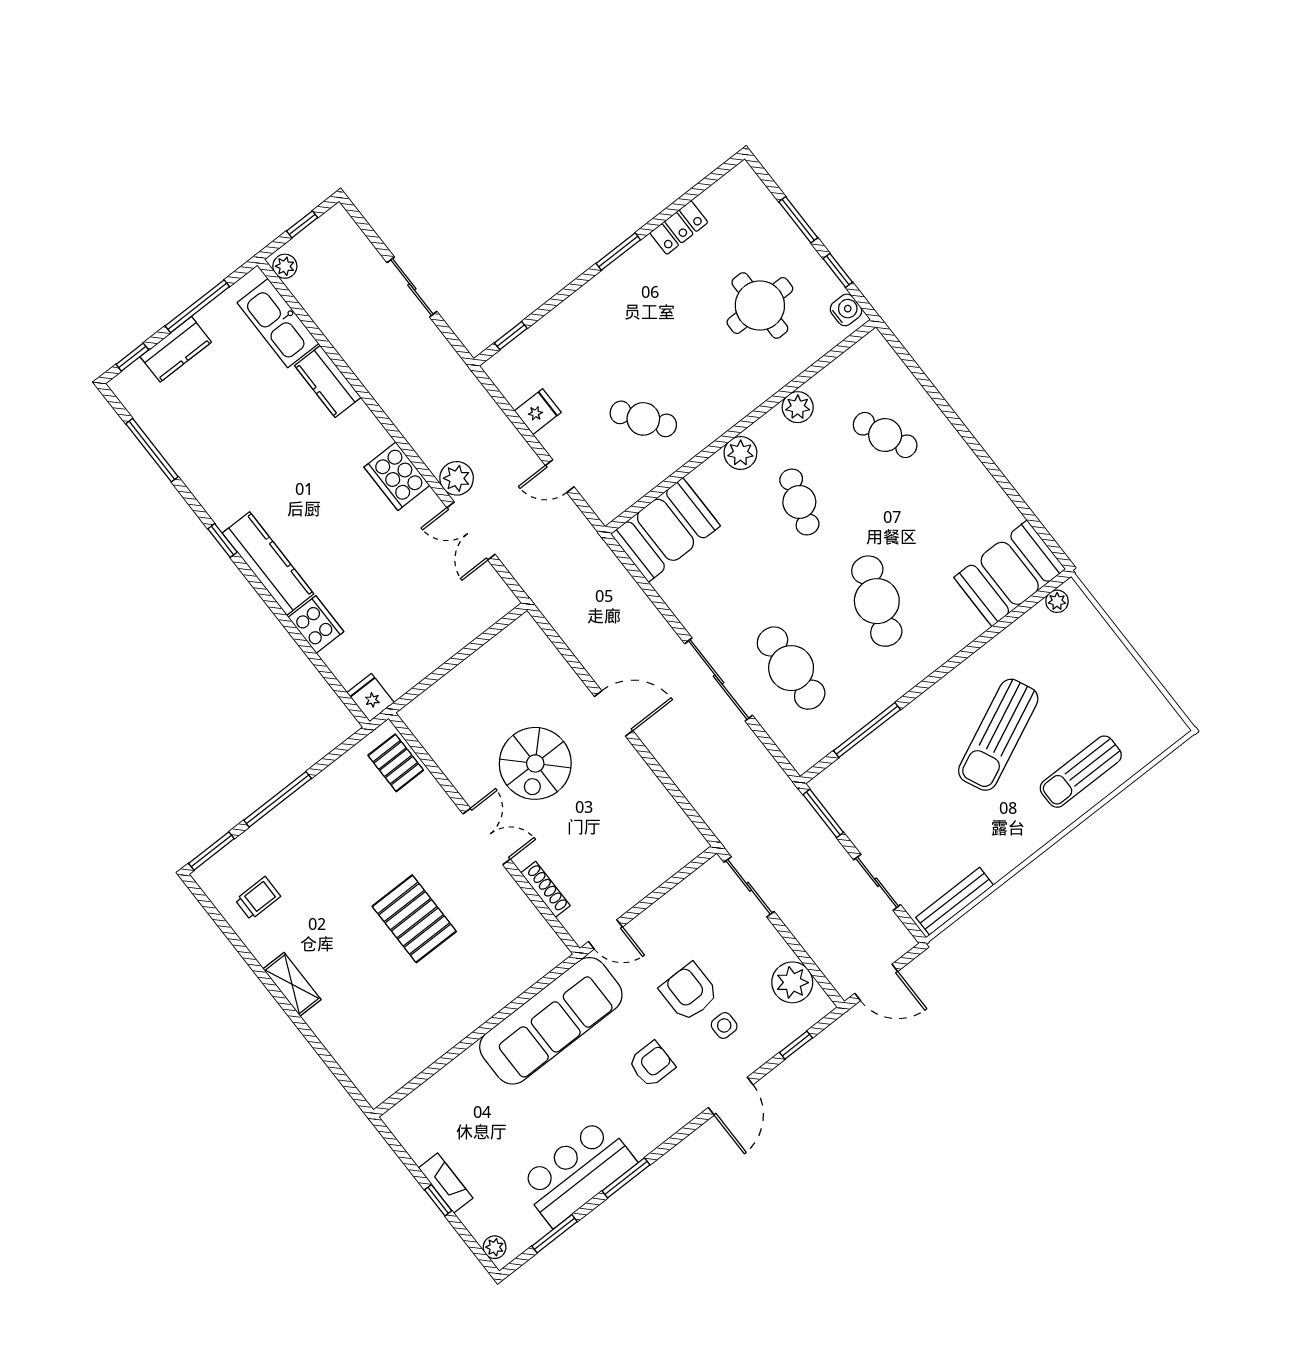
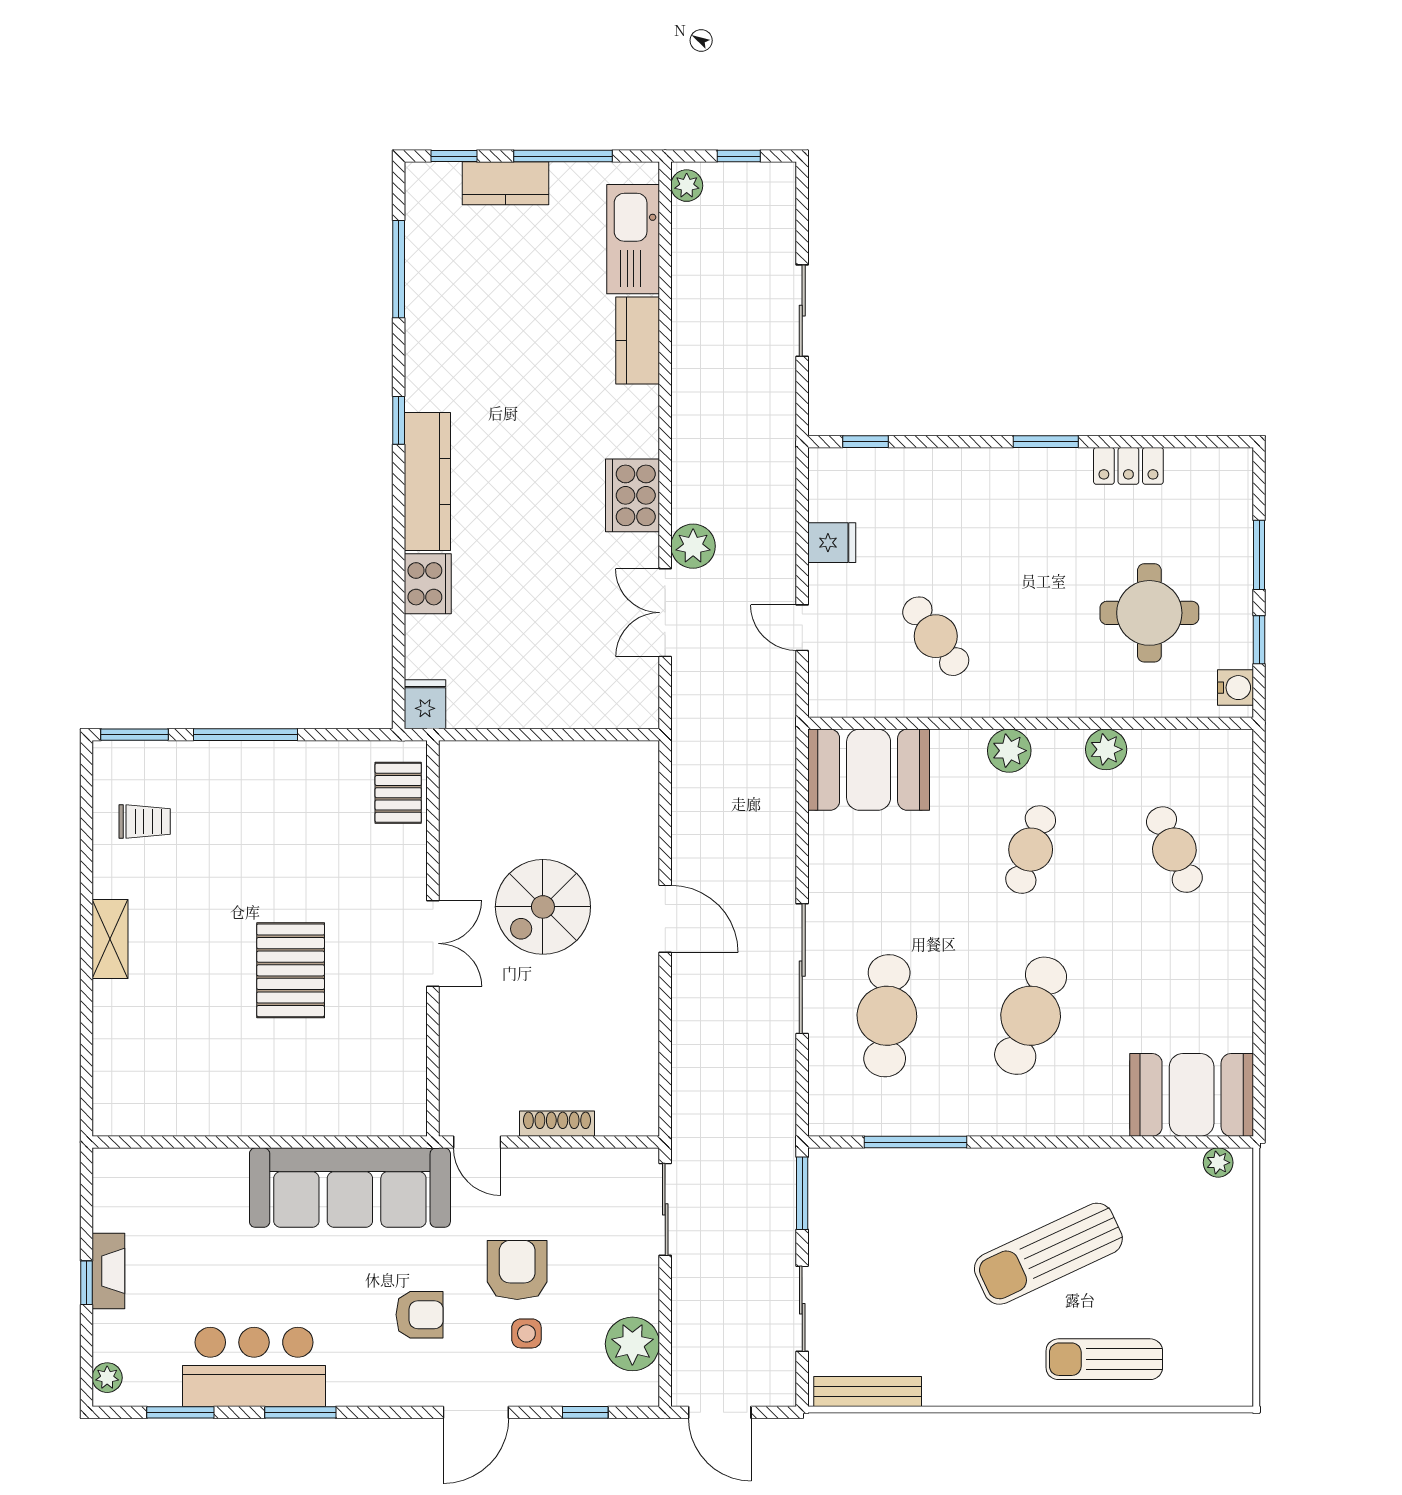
shoe rack: (546, 889) -> (557, 1124), moved, turned -90

